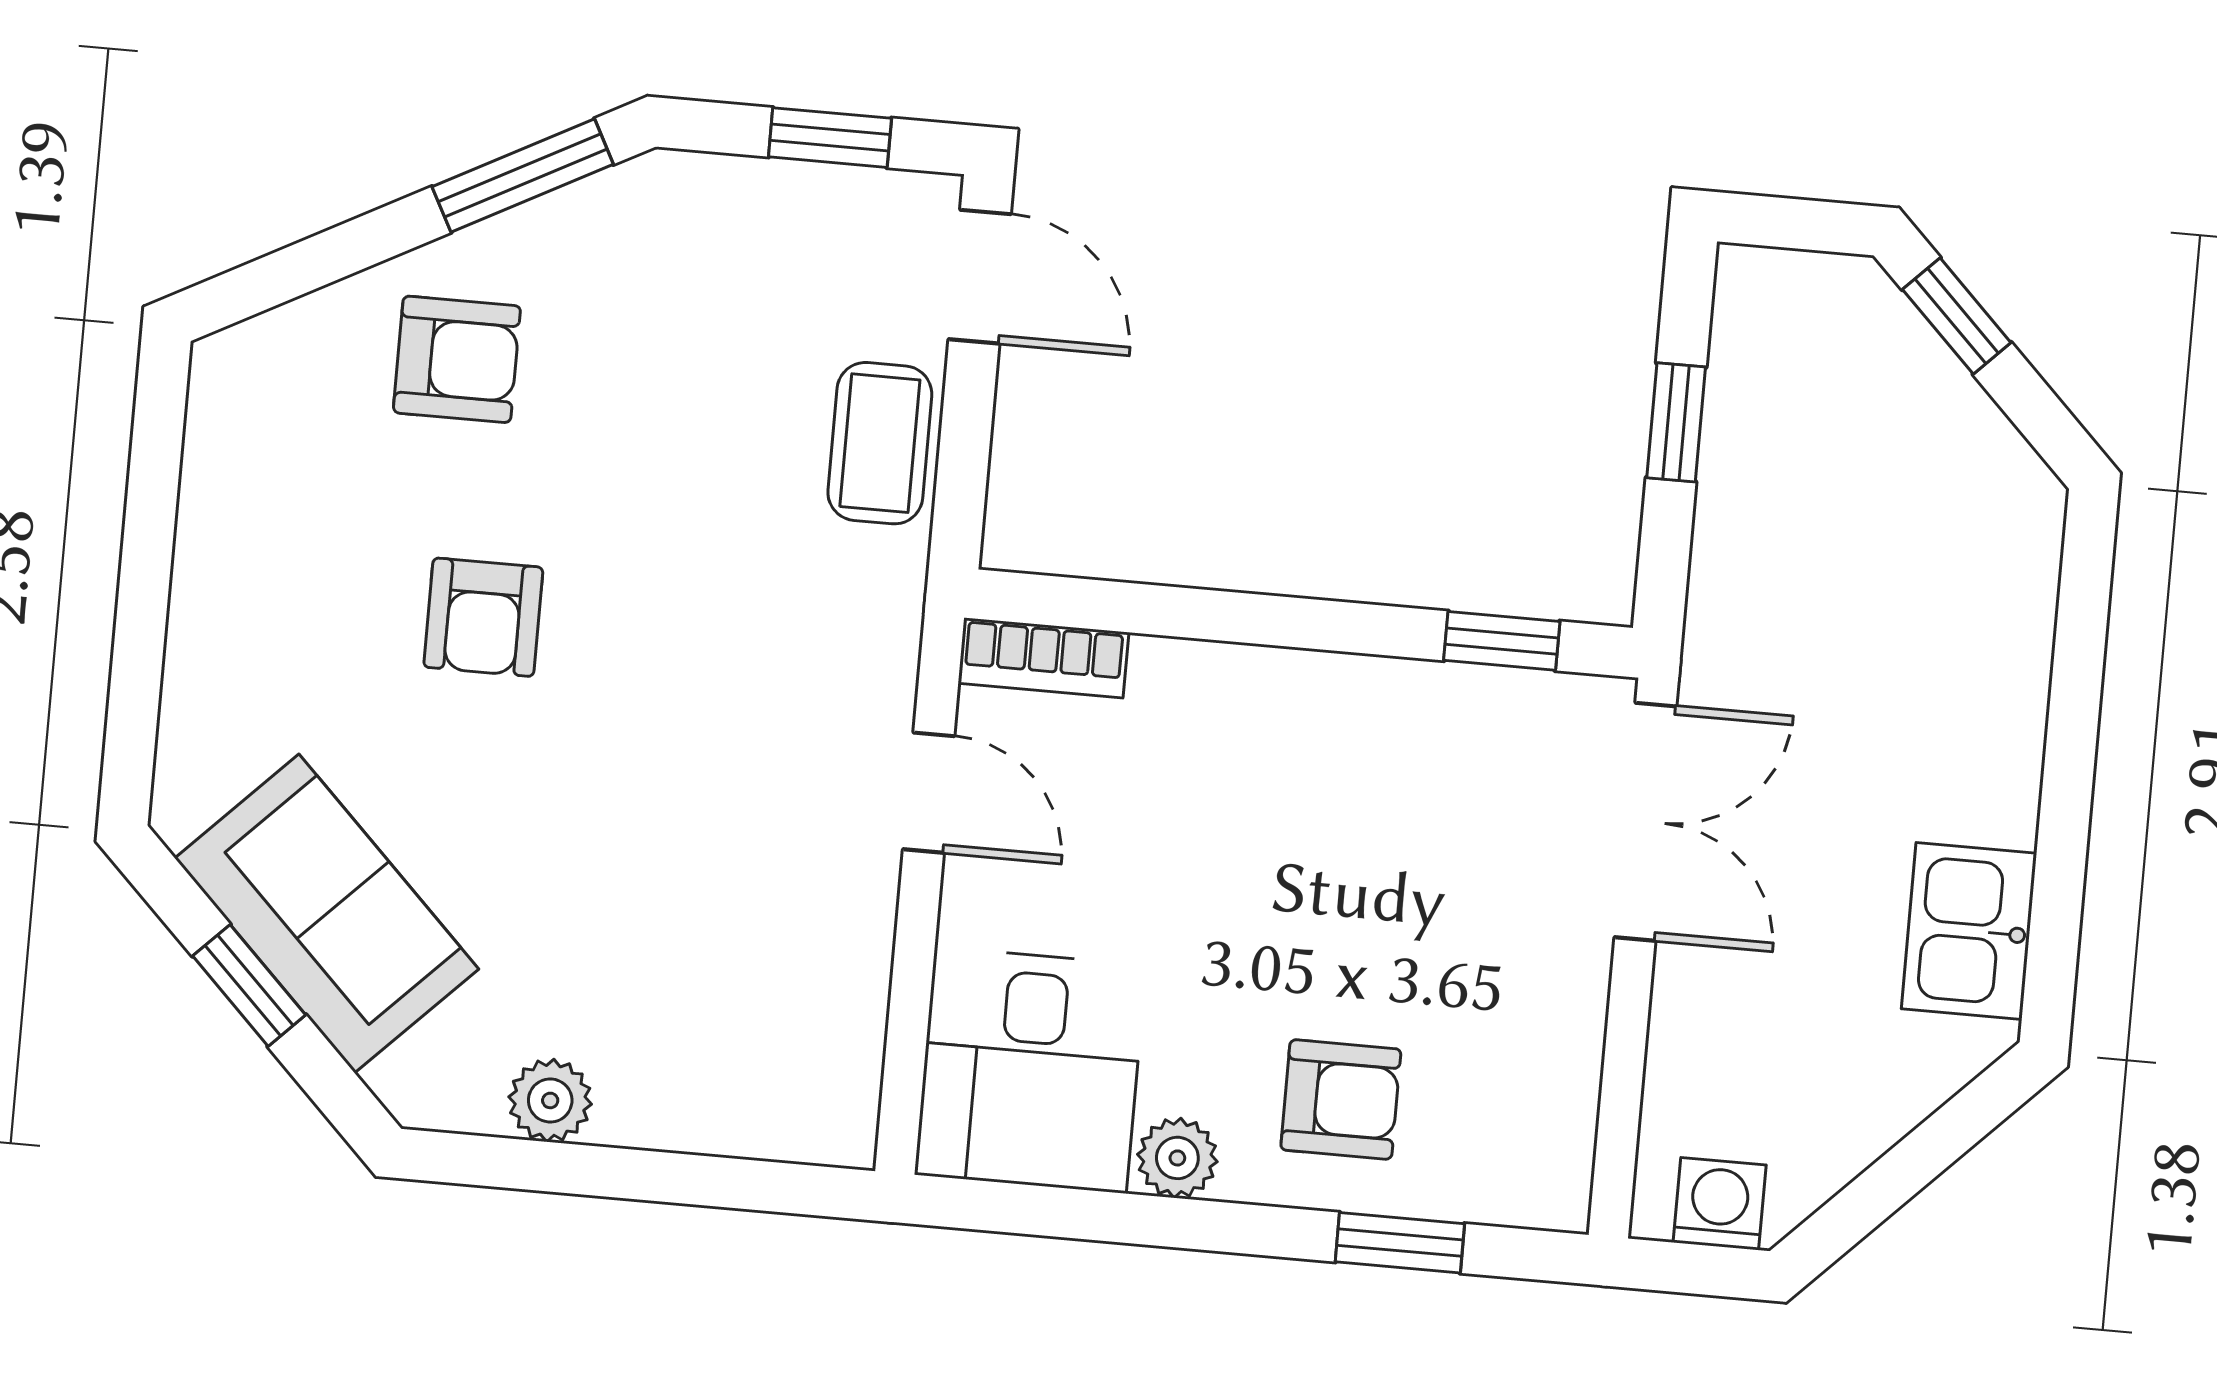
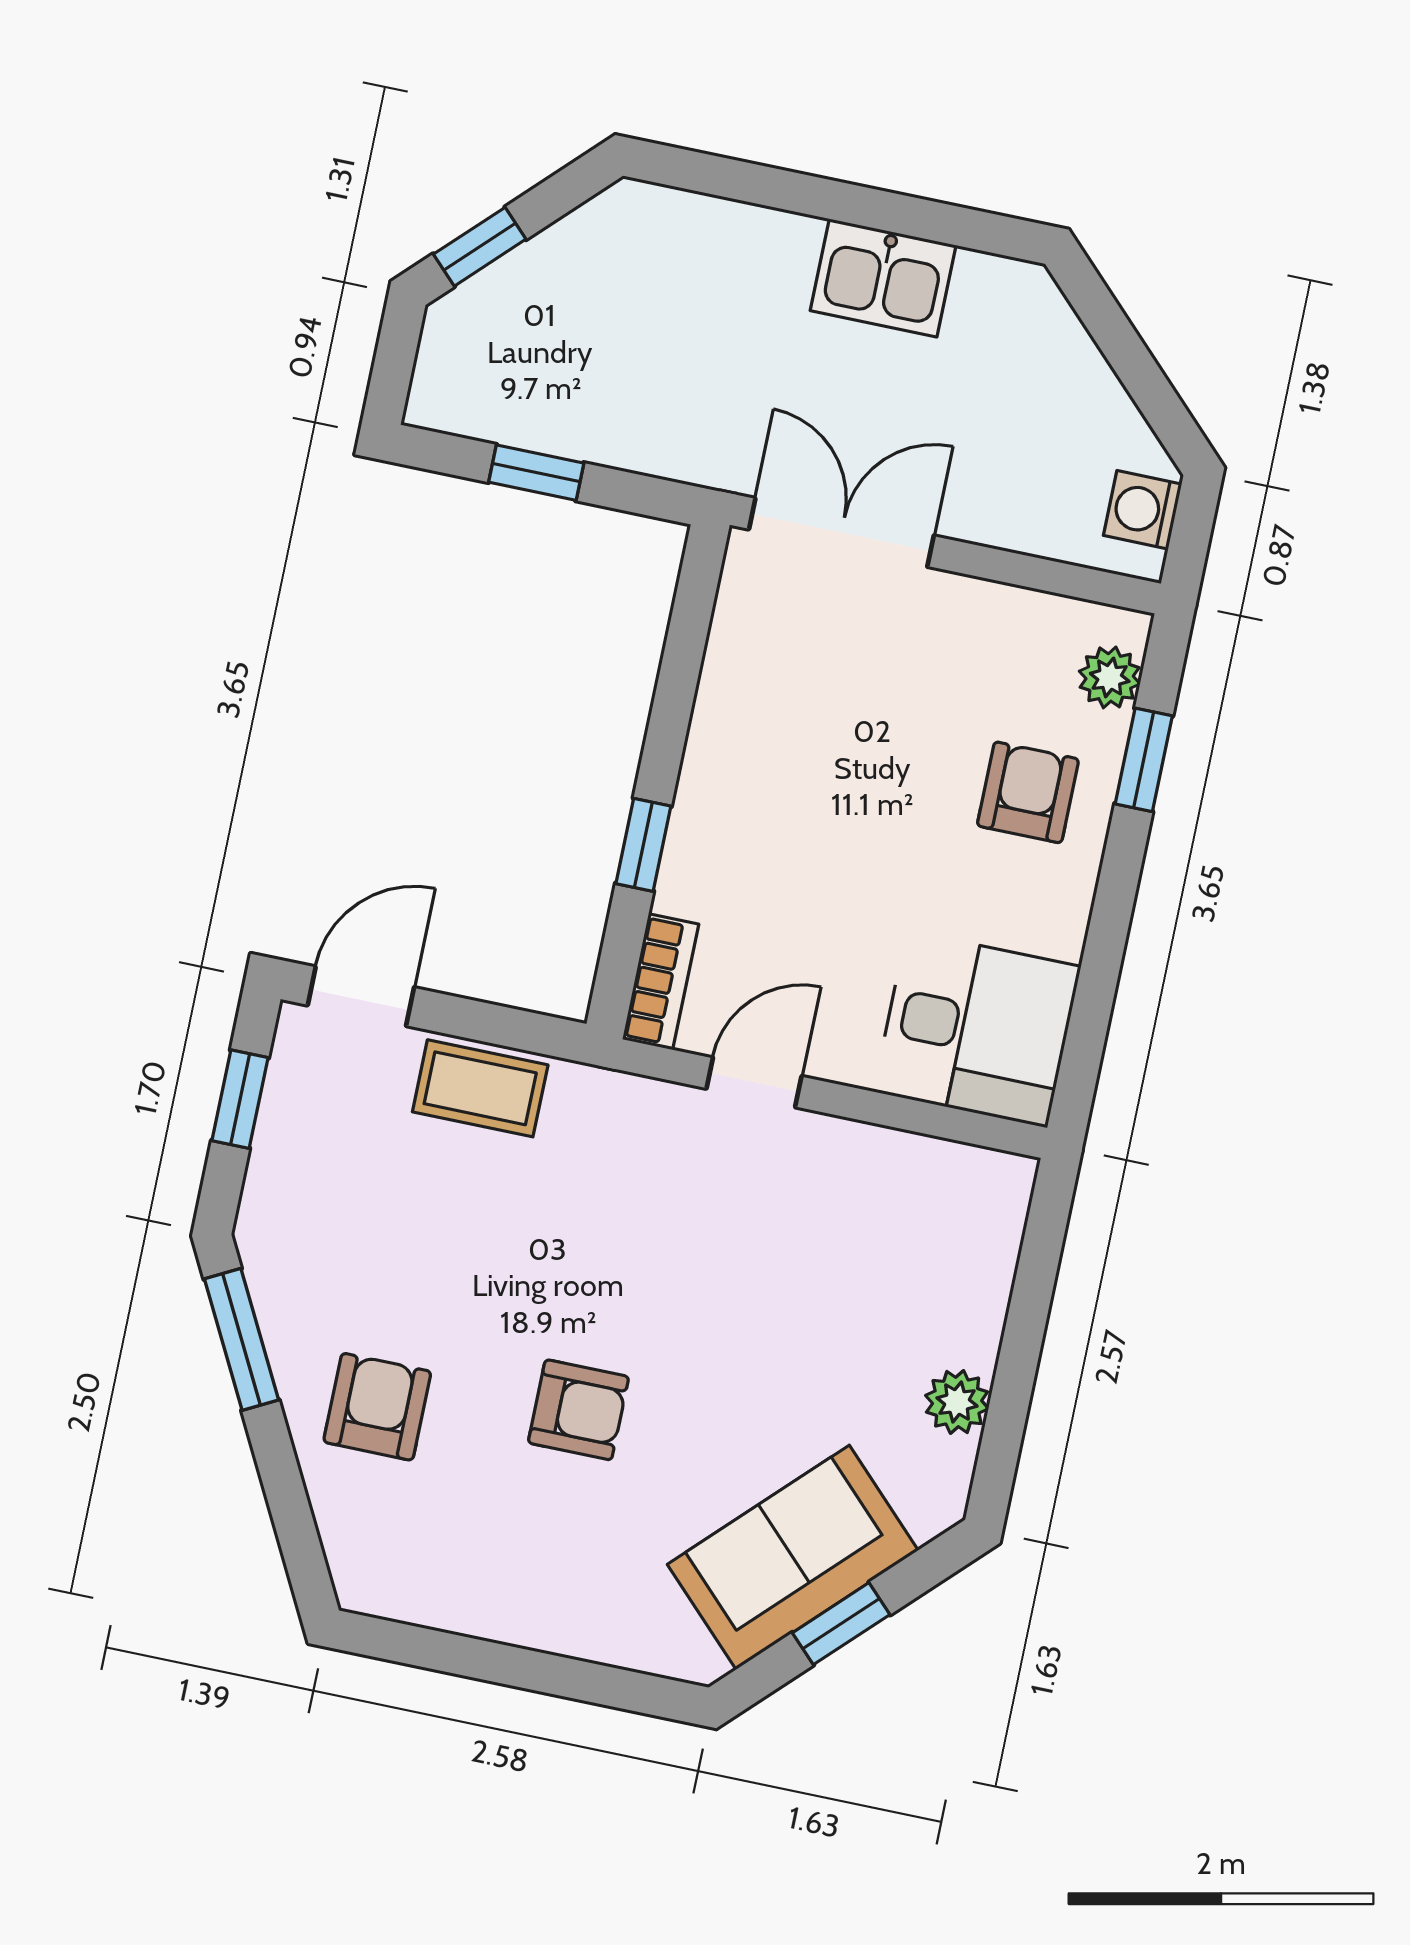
window: (1502, 641) -> (643, 845), moved
kitchen sink: (1969, 931) -> (883, 278), moved
plant: (1177, 1158) -> (1110, 677), moved

